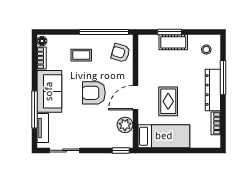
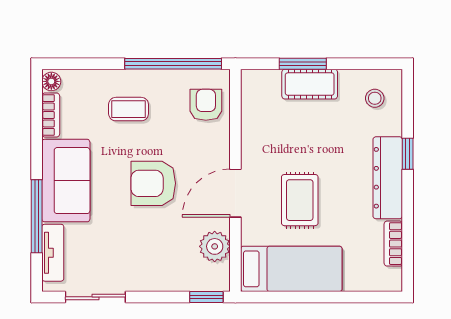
armchair: (121, 53) -> (206, 105), turned 73
window: (223, 78) -> (408, 154), width x0.46

